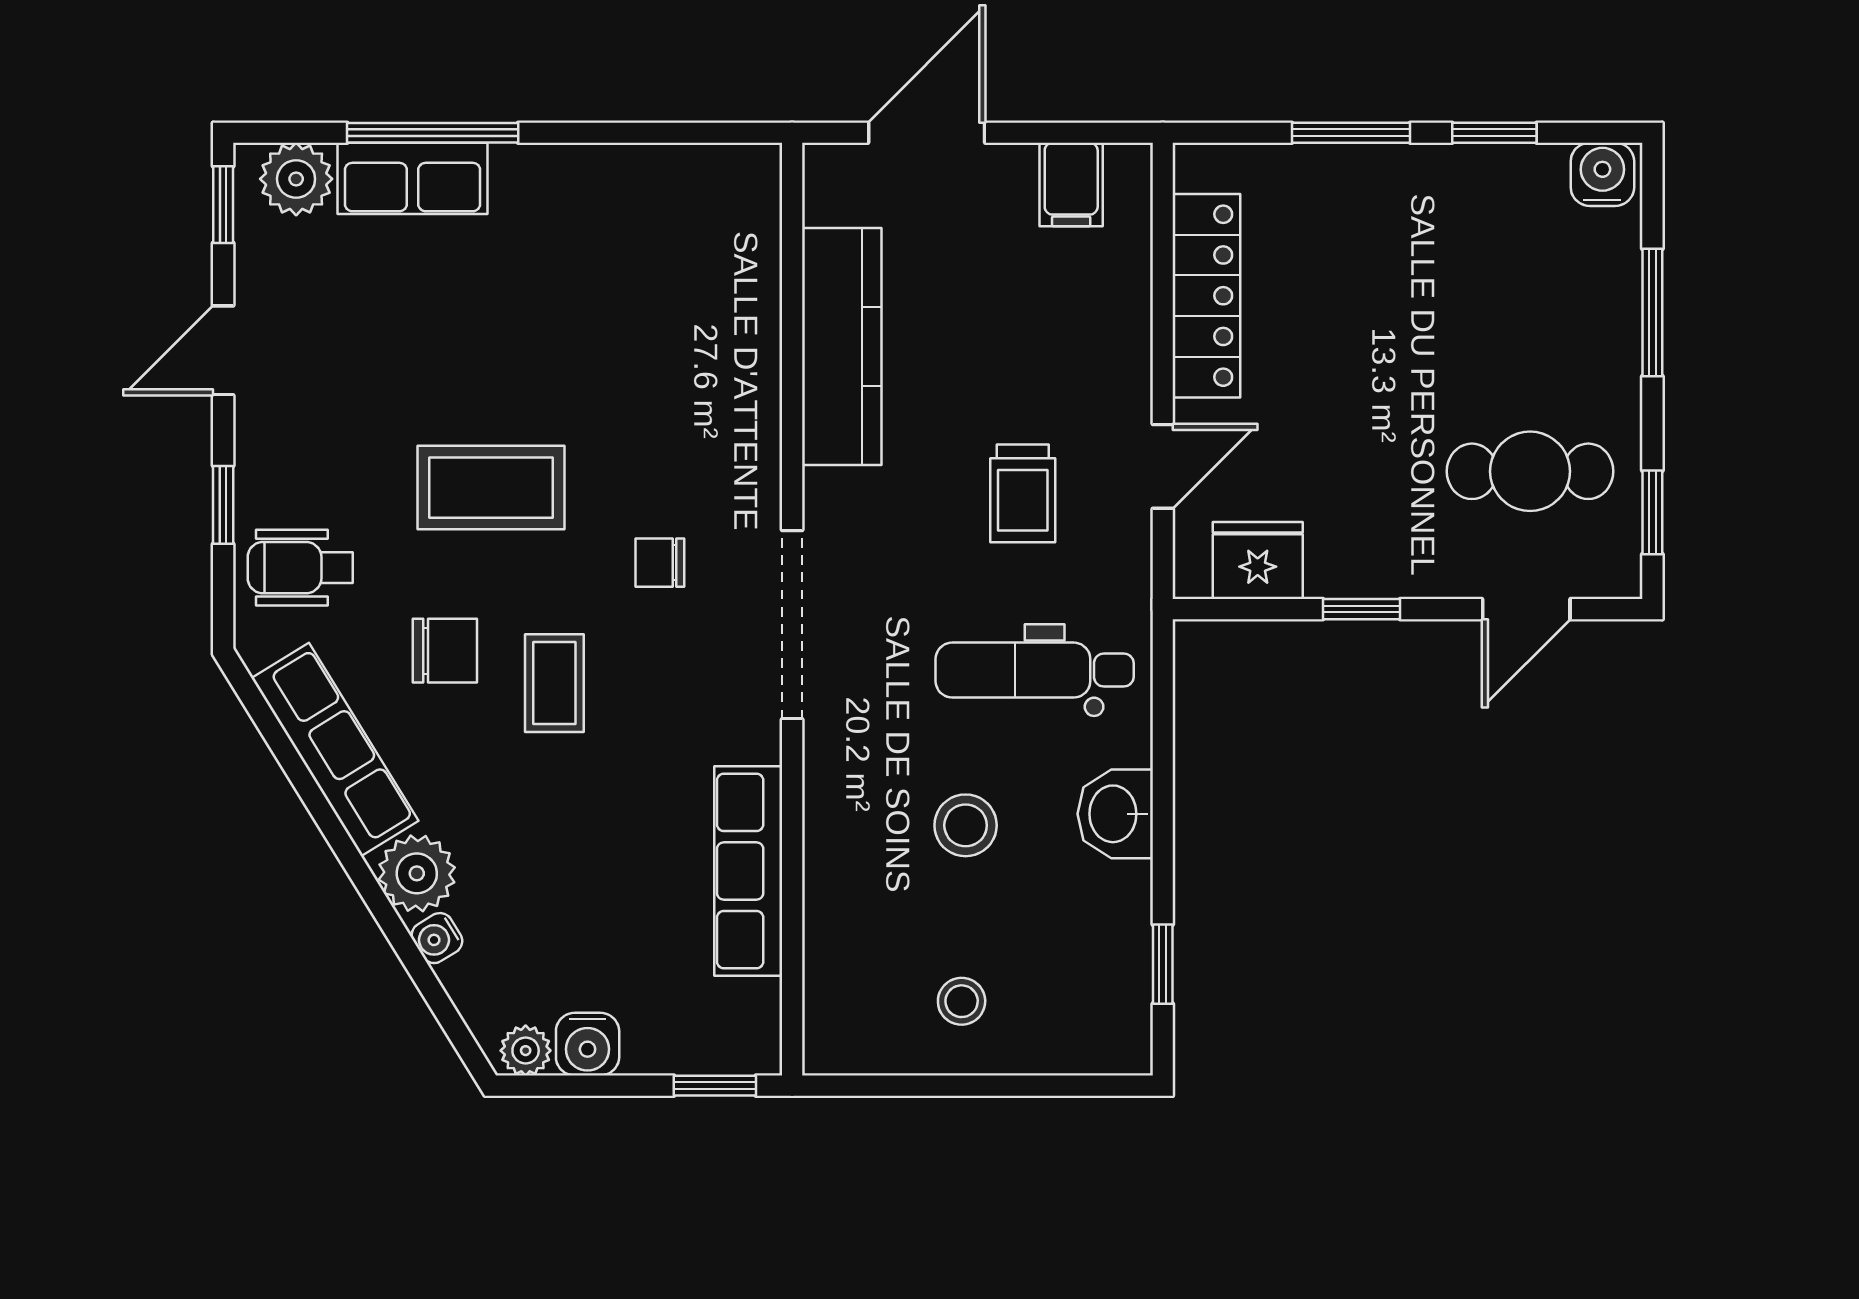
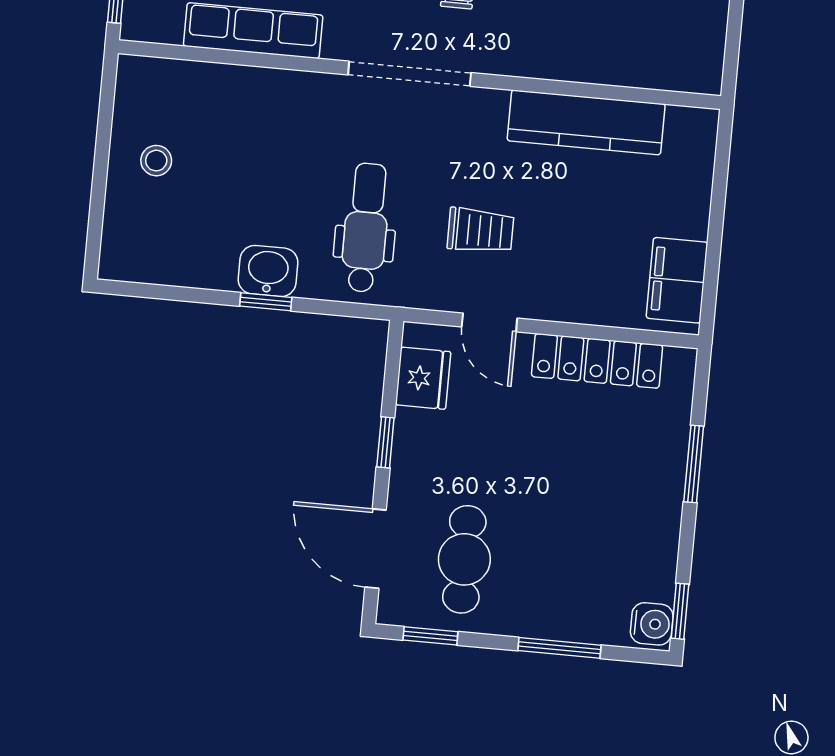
door: (927, 133) -> (719, 190), removed
window: (1494, 133) -> (680, 611), moved
filing cabinet: (1071, 185) -> (677, 280), width x2.00
trolley: (1023, 493) -> (480, 231), turned 180
door: (1526, 609) -> (376, 549), width x1.38
stool: (966, 825) -> (270, 174), removed
window: (1163, 964) -> (266, 302), moved

